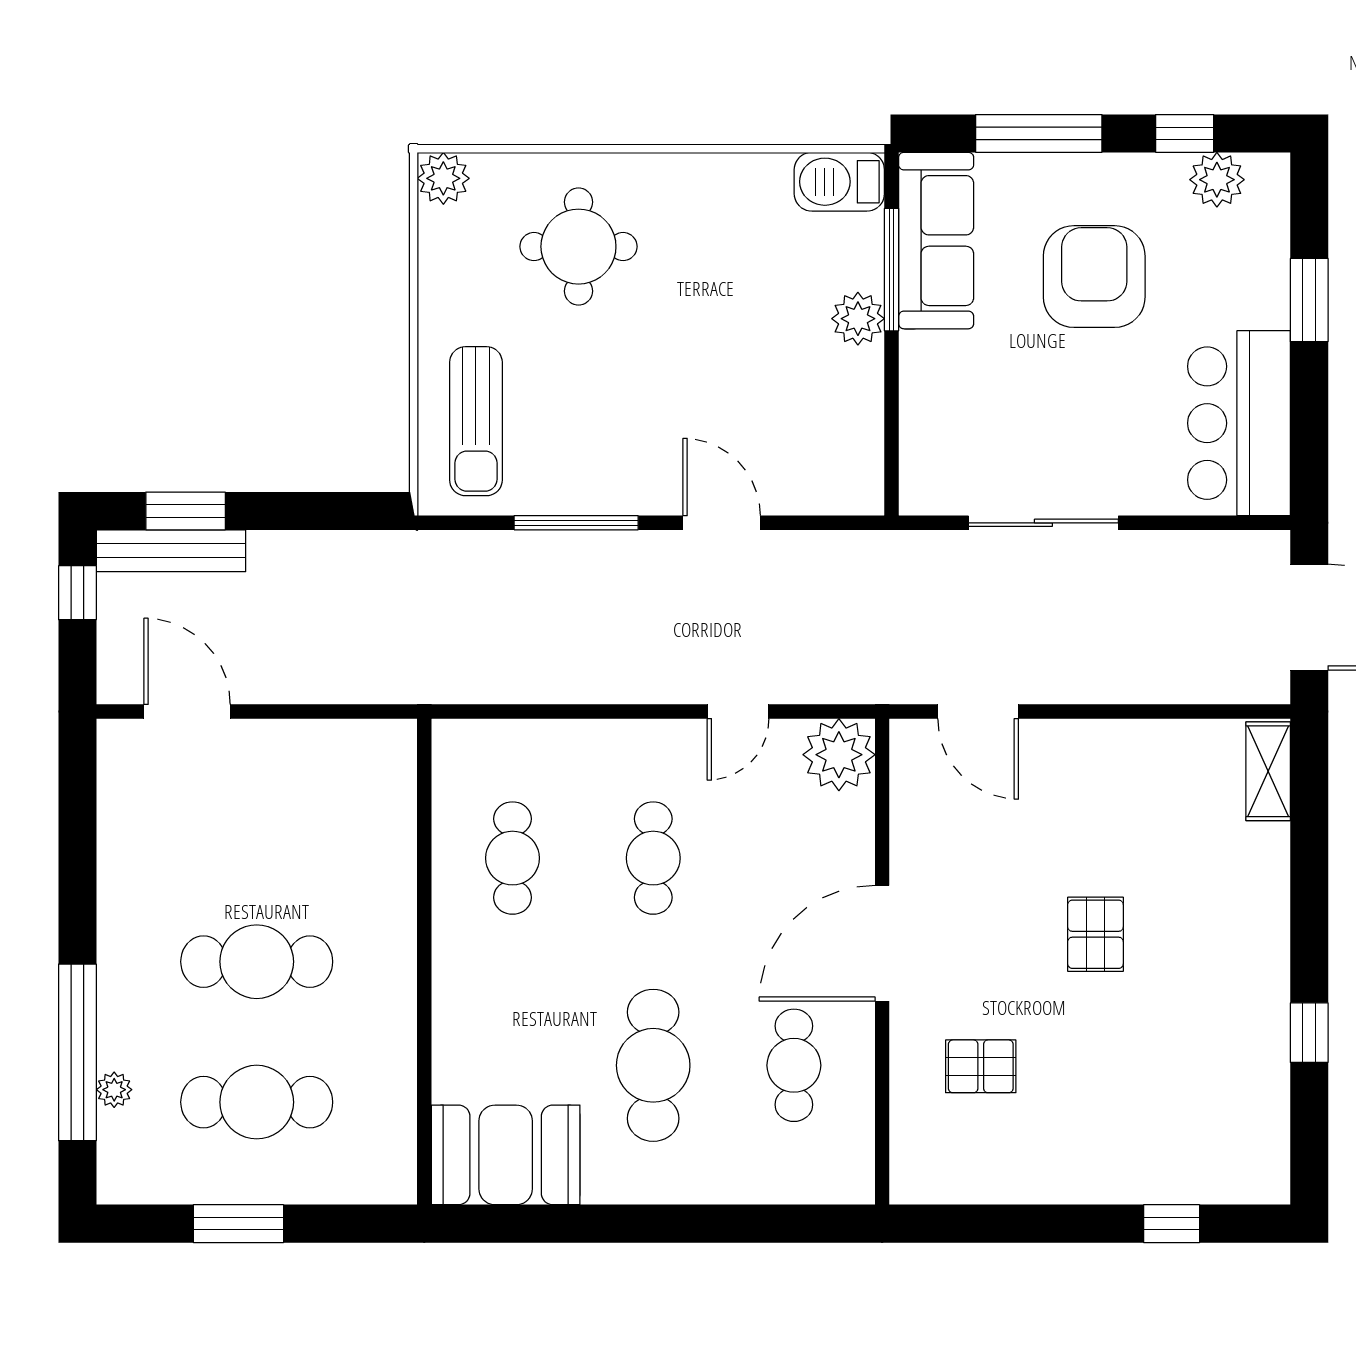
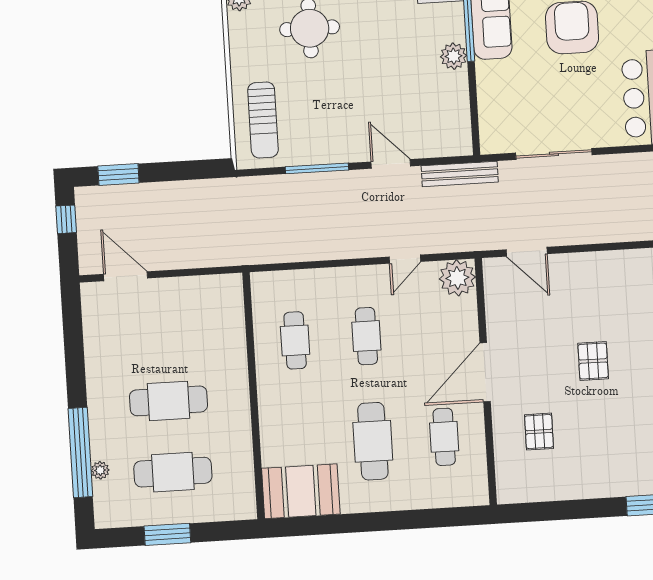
bench: (171, 551) -> (460, 174), moved
pallet: (981, 1066) -> (539, 432), turned 90

